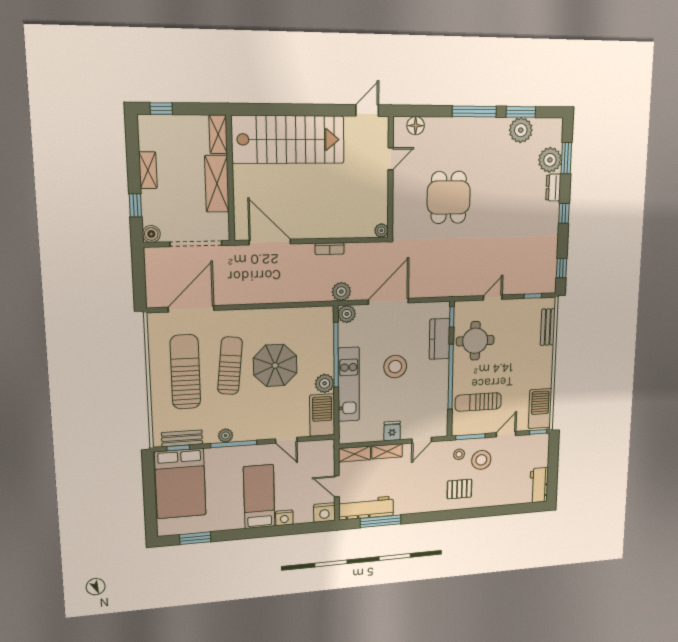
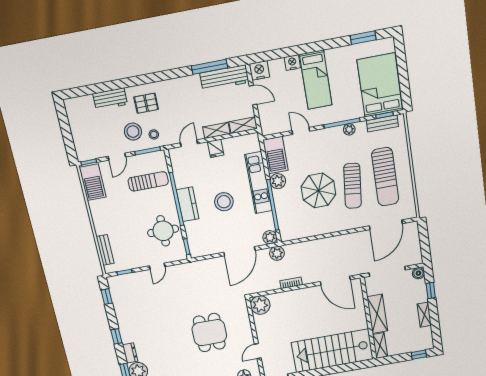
plant: (381, 230) -> (260, 305), width x1.88, depth x1.88
kitchen counter: (440, 339) -> (188, 204), moved
workbench: (539, 485) -> (110, 99), moved, turned 90

